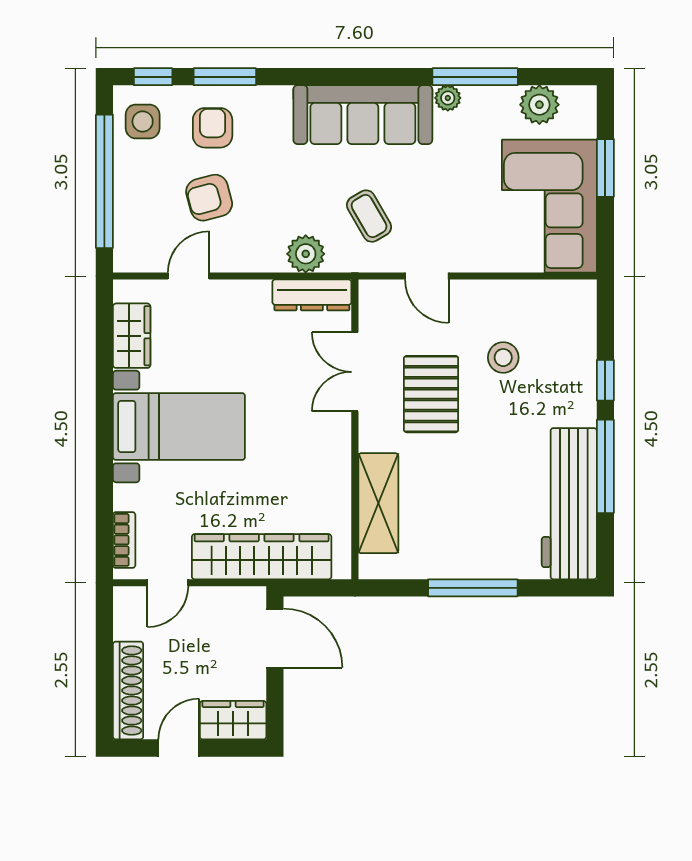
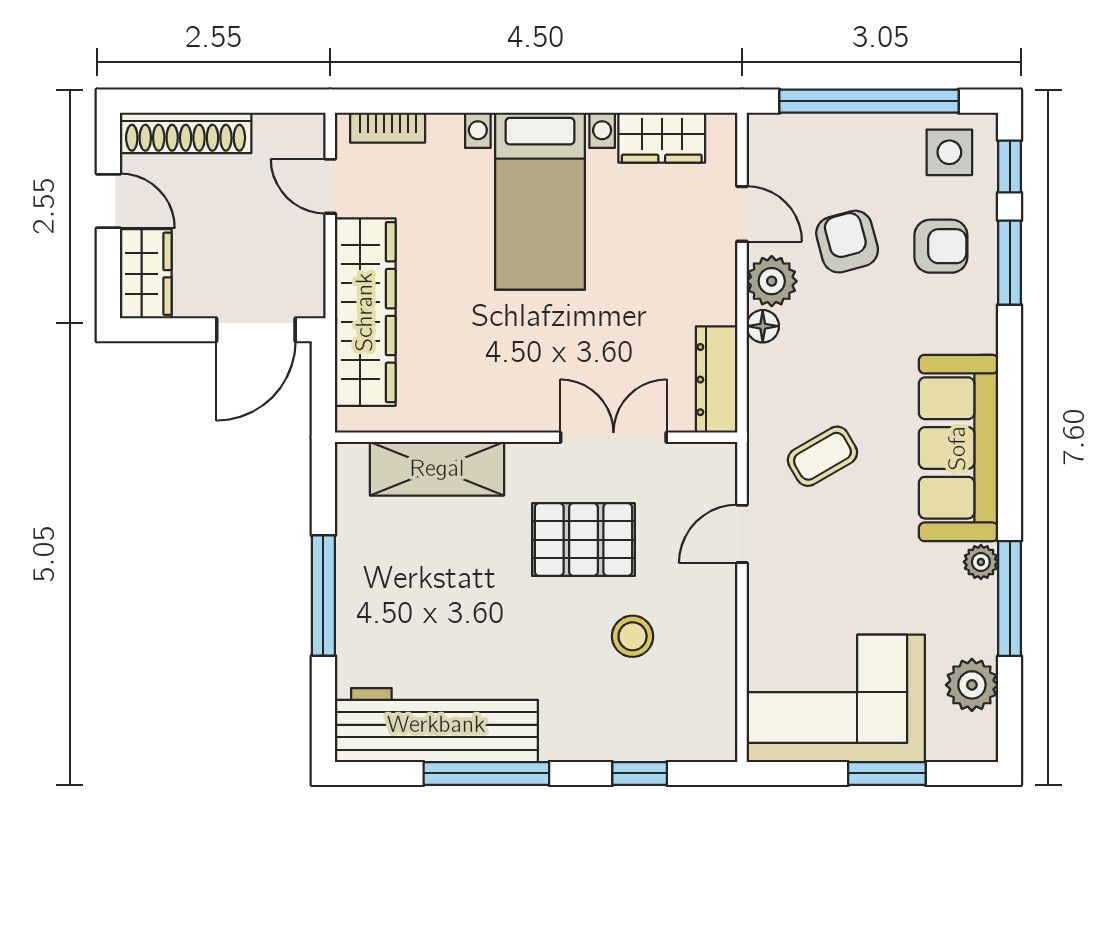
plant: (306, 254) -> (772, 281), moved
floor lamp: (272, 261) -> (763, 326), added
window: (605, 380) -> (640, 773), moved

